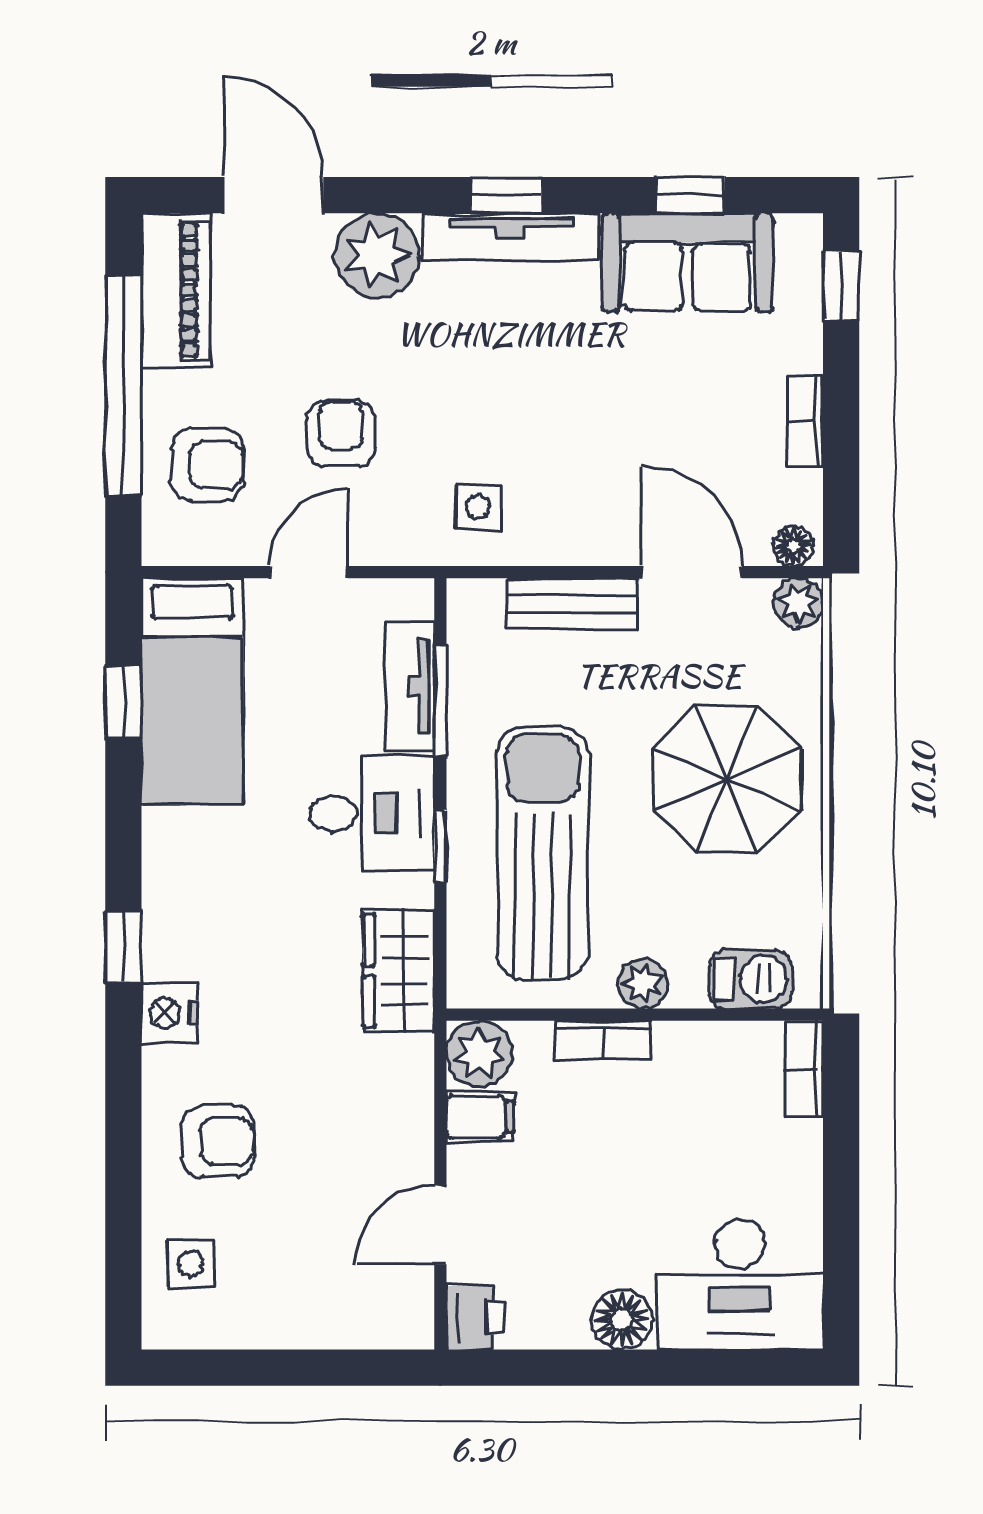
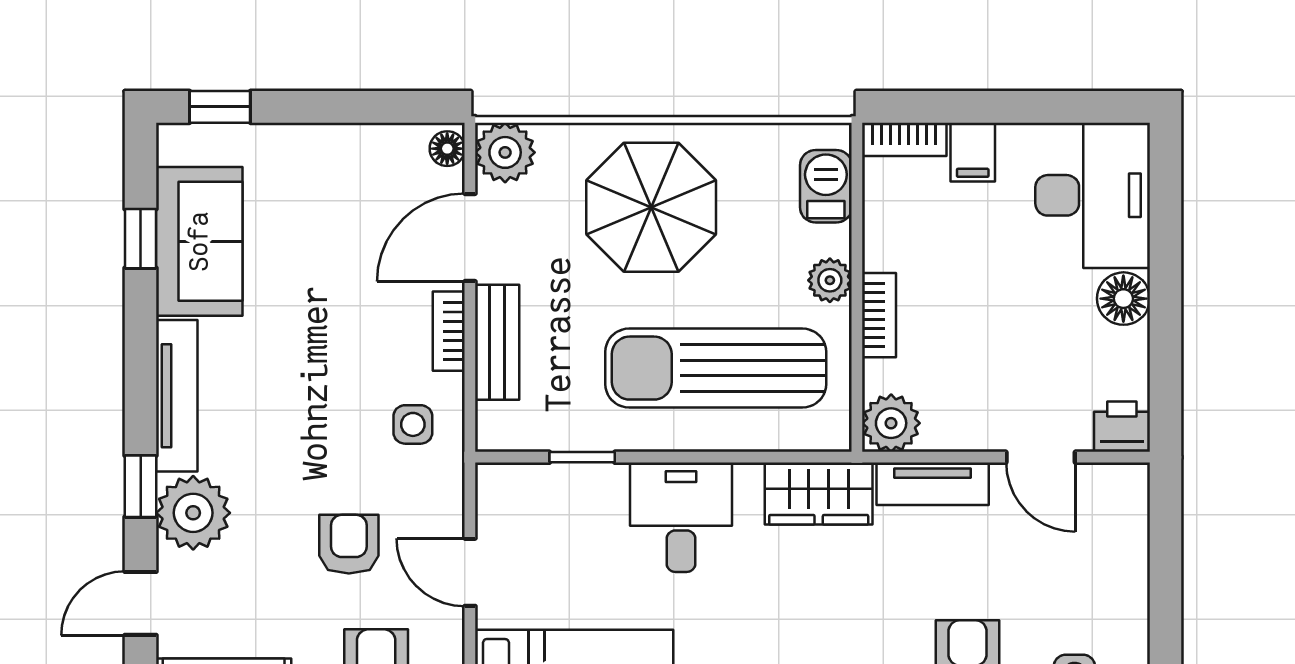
door: (273, 195) -> (141, 603), width x0.73
window: (506, 195) -> (141, 486), moved
bookcase: (805, 420) -> (449, 331), moved, turned 90
armchair: (341, 434) -> (349, 544), turned 90
plant: (798, 603) -> (505, 152), width x1.38, depth x1.38
tv unit: (410, 687) -> (933, 484), moved
window: (440, 700) -> (582, 457), width x0.67
window: (440, 846) -> (710, 457), removed
filing cabinet: (480, 1117) -> (973, 152), moved, turned 180

